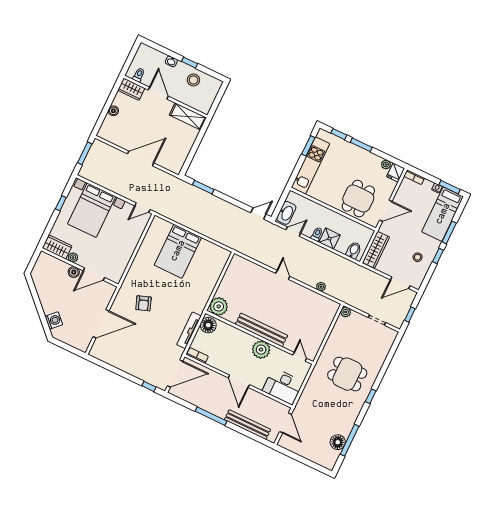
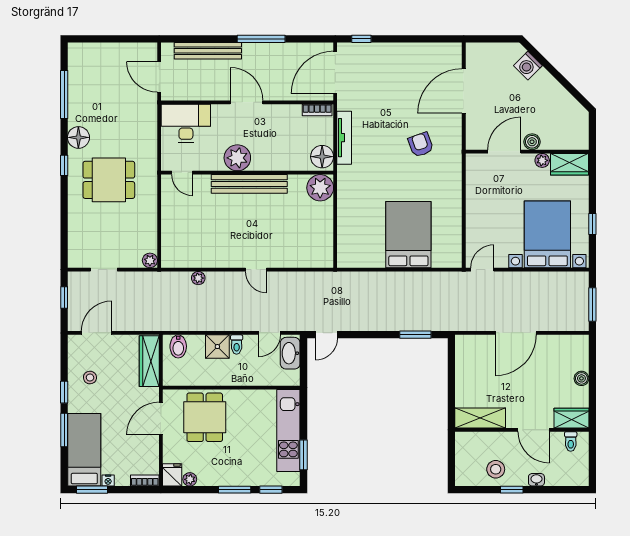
floor lamp: (338, 442) -> (78, 137), moved

